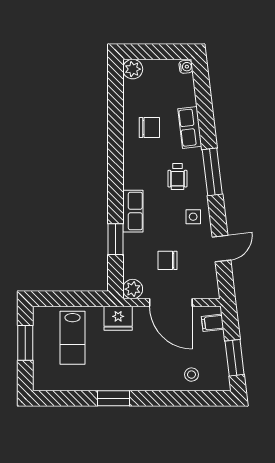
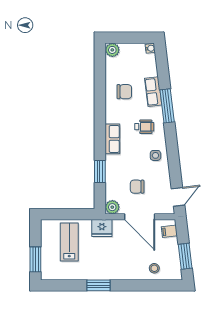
window: (212, 172) -> (167, 106), moved
wheelchair: (177, 177) -> (144, 127), turned -90
row of seats: (133, 211) -> (112, 139), moved
door: (221, 249) -> (178, 197), moved
lab bench: (72, 338) -> (69, 242), turned 180
window: (25, 343) -> (35, 259), moved

